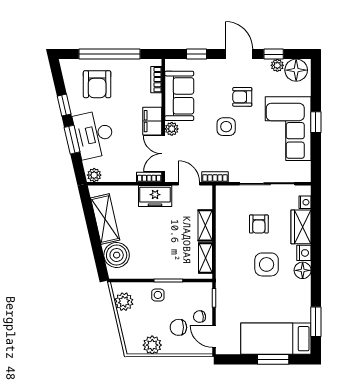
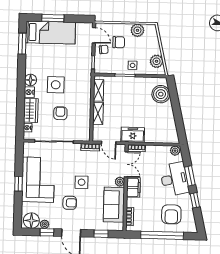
armchair: (97, 84) -> (171, 214), turned 180
shelving: (105, 219) -> (168, 120), removed

